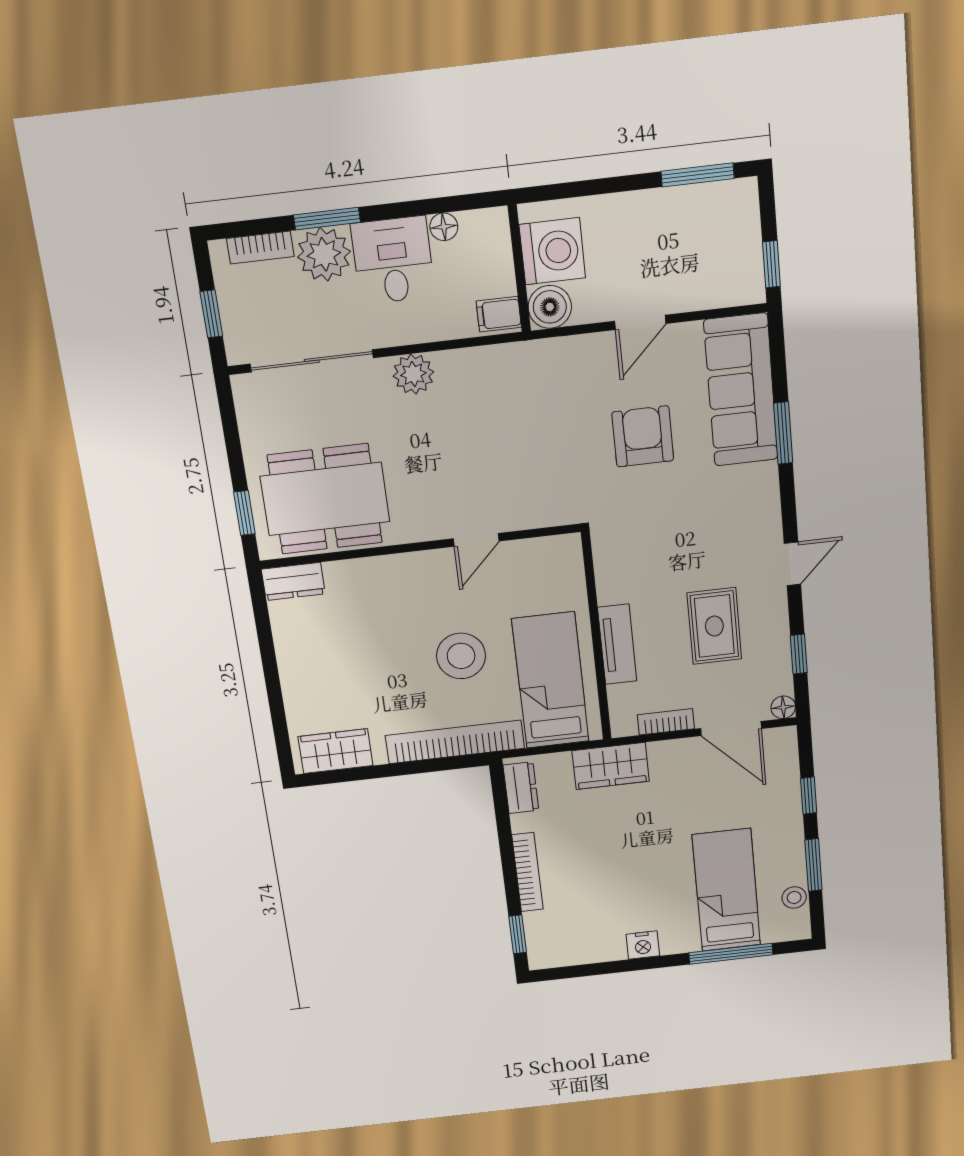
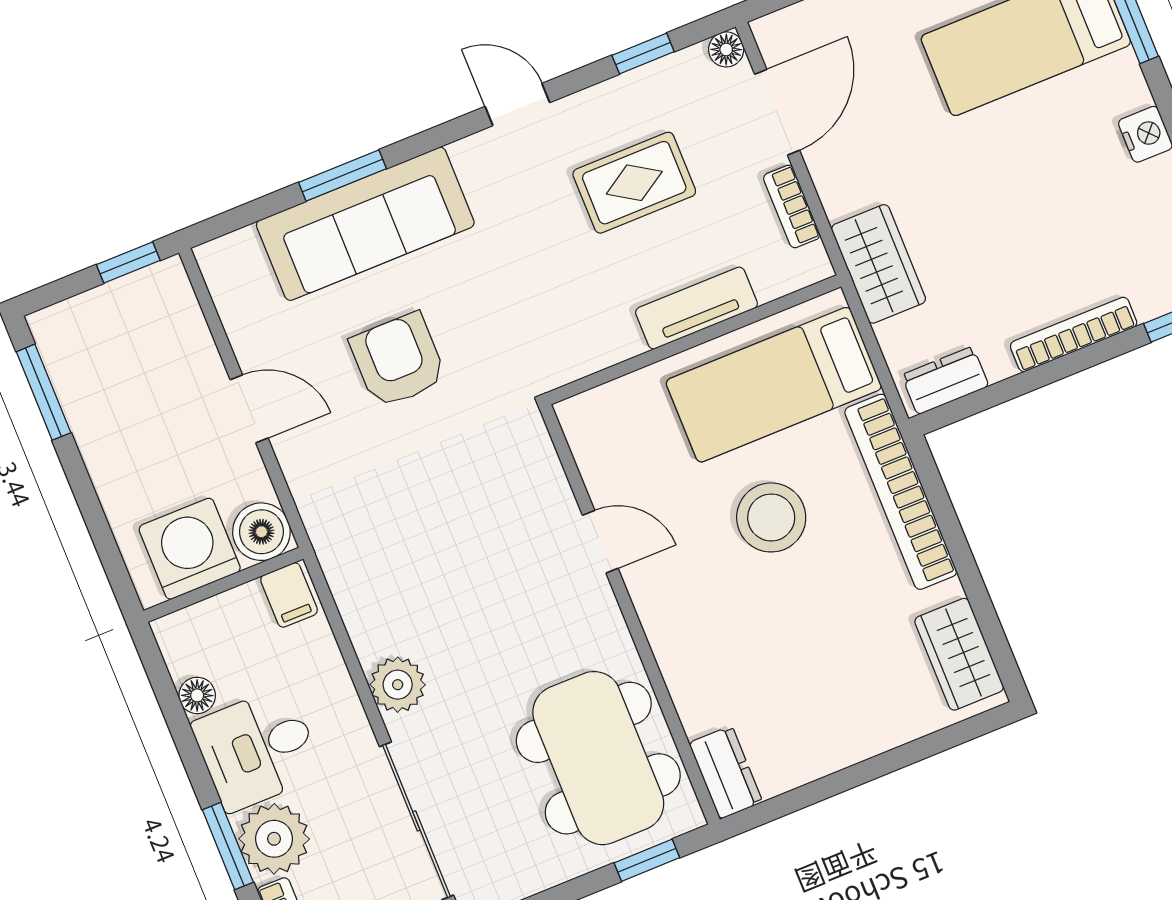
sofa: (741, 390) -> (365, 224), moved
armchair: (643, 436) -> (398, 360), turned 90

